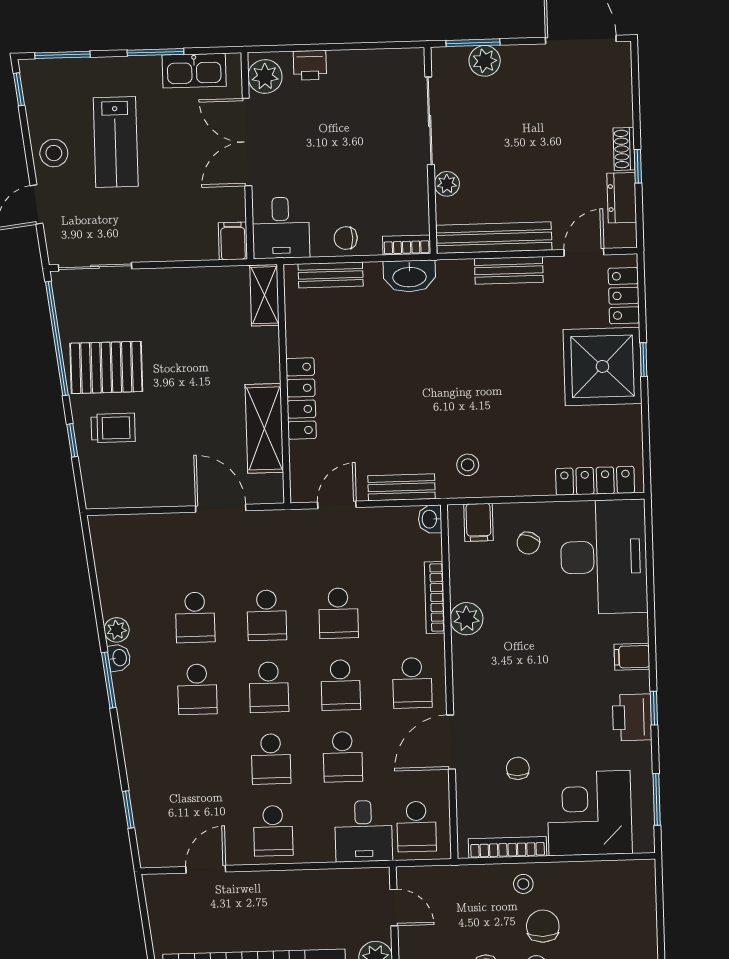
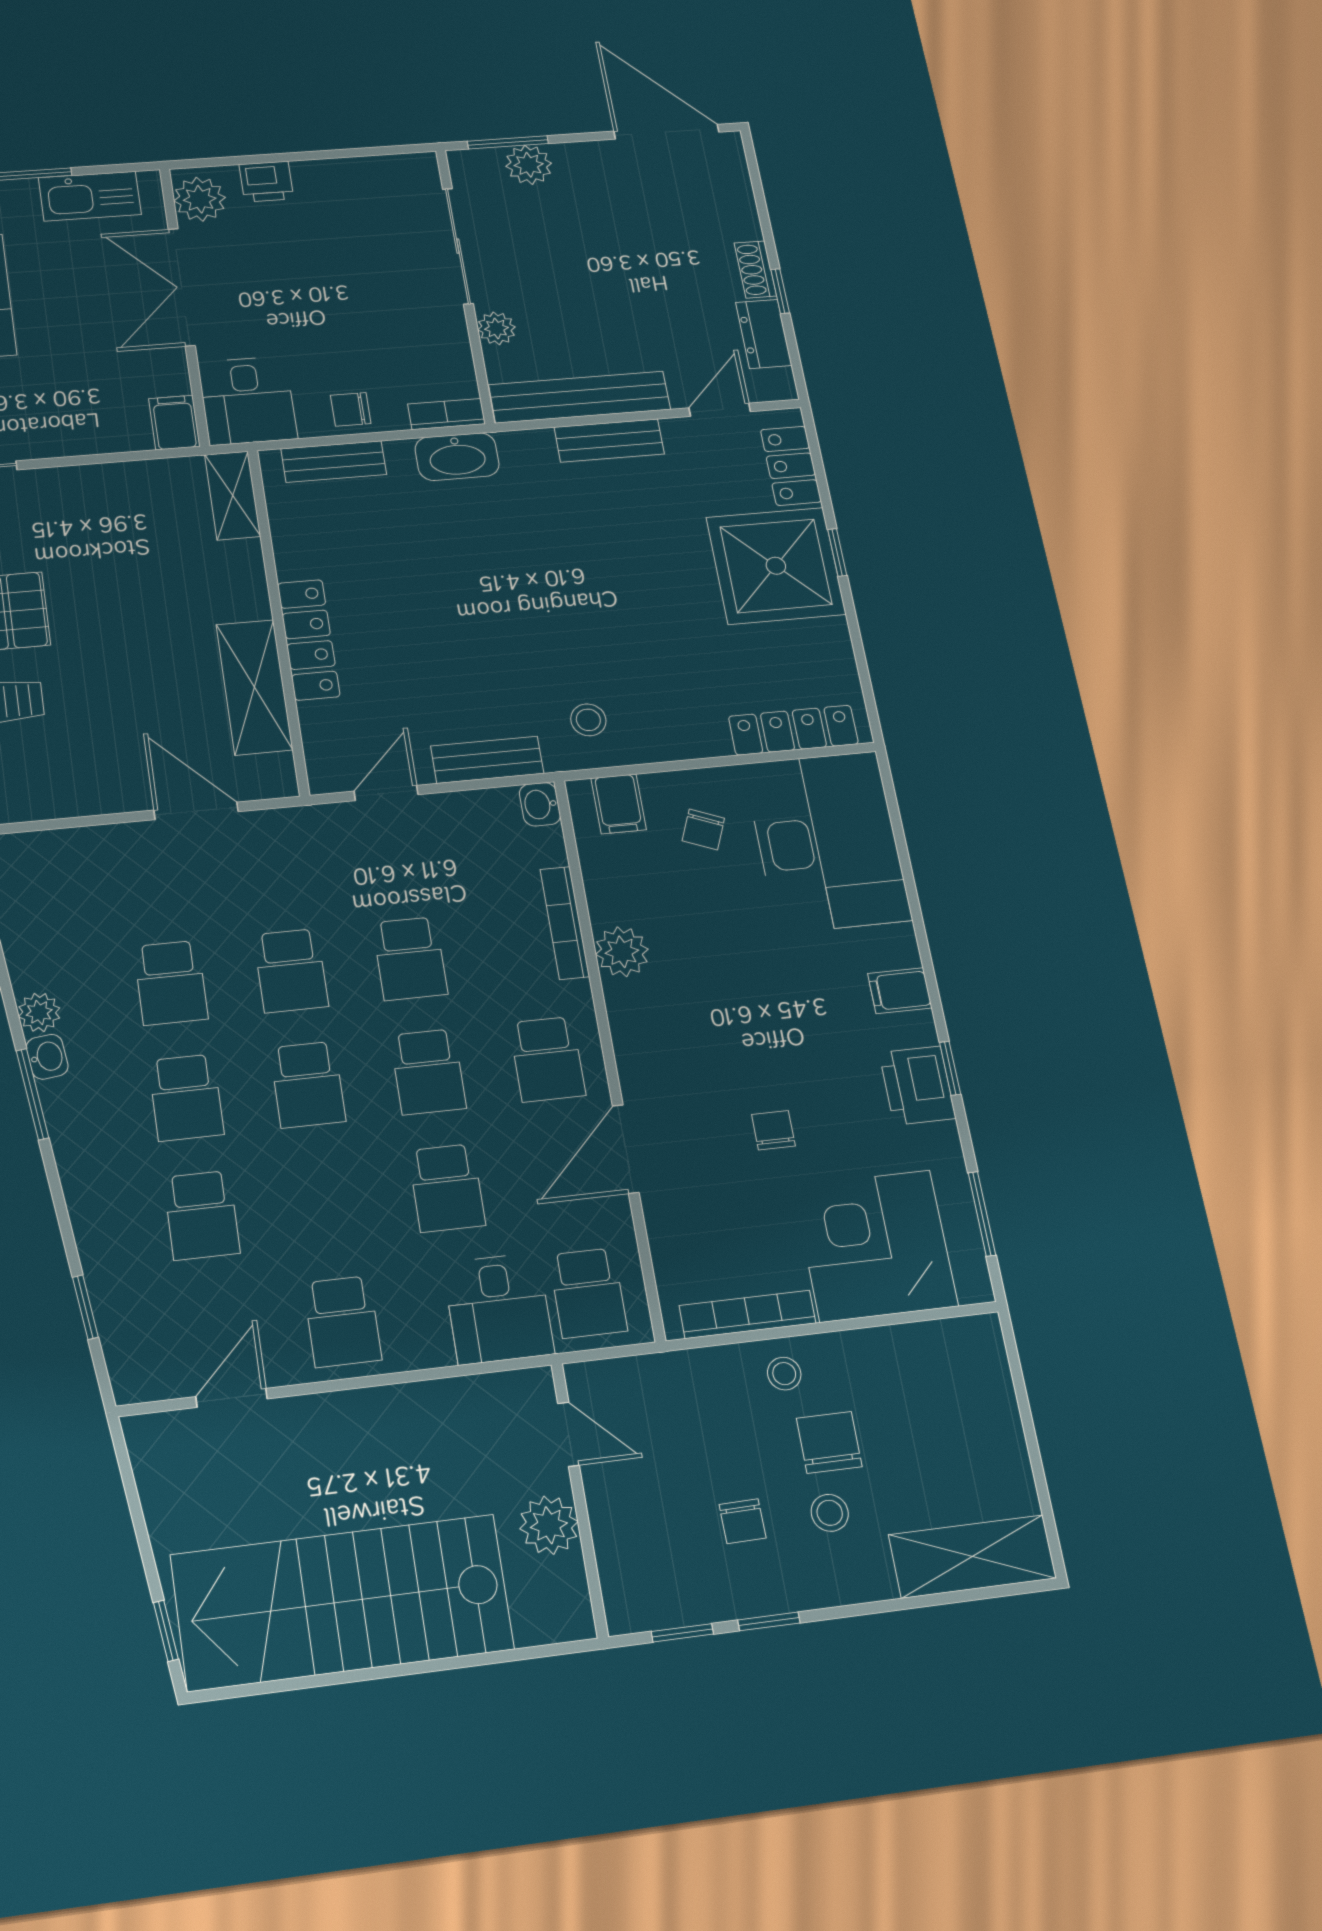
school desk: (271, 759) -> (202, 1215), moved
chair: (518, 768) -> (773, 1130), moved

